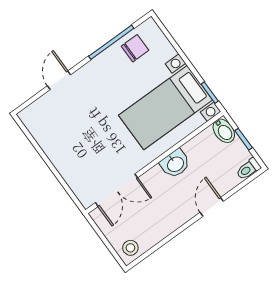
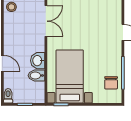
bidet: (224, 131) -> (36, 75), moved
double door: (116, 190) -> (46, 21), swing flipped

